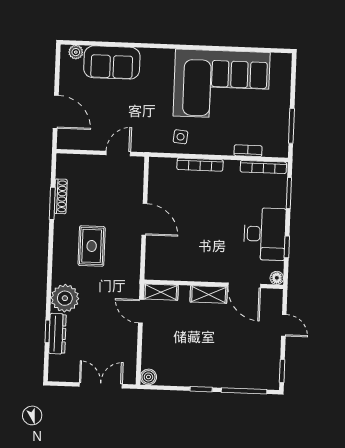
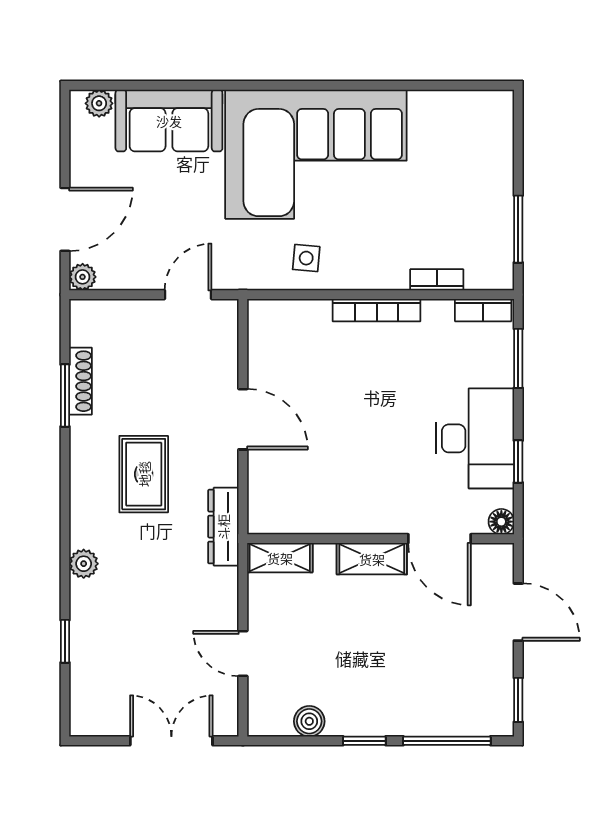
corner sofa: (222, 84) -> (316, 154), moved
door: (56, 112) -> (65, 219), hinge flipped
plant: (64, 142) -> (83, 277), added
bookcase: (200, 165) -> (377, 310), moved
bookcase: (263, 167) -> (483, 310), width x0.64
plant: (65, 298) -> (84, 564), width x0.53, depth x0.53
door: (141, 311) -> (243, 654), moved
door: (284, 325) -> (518, 612), width x1.38
dresser: (57, 334) -> (223, 527), moved, turned 180
boiler: (148, 377) -> (309, 721), moved

